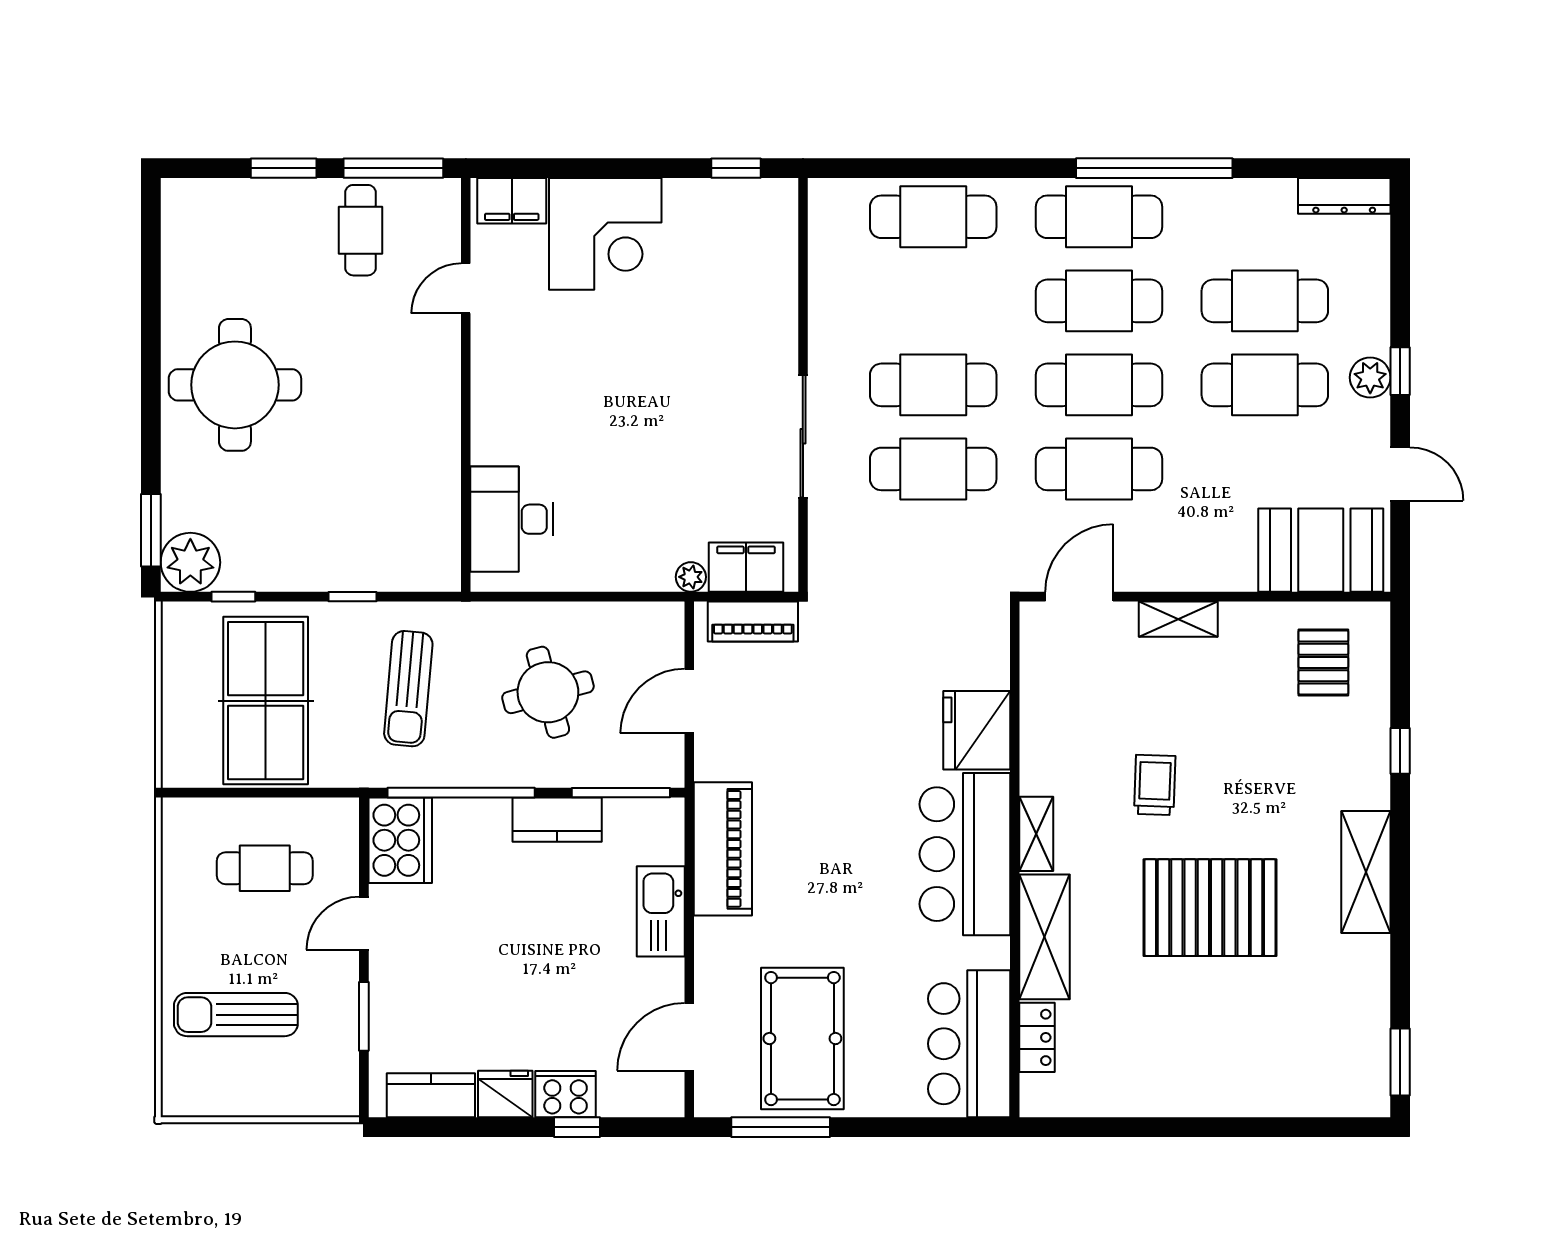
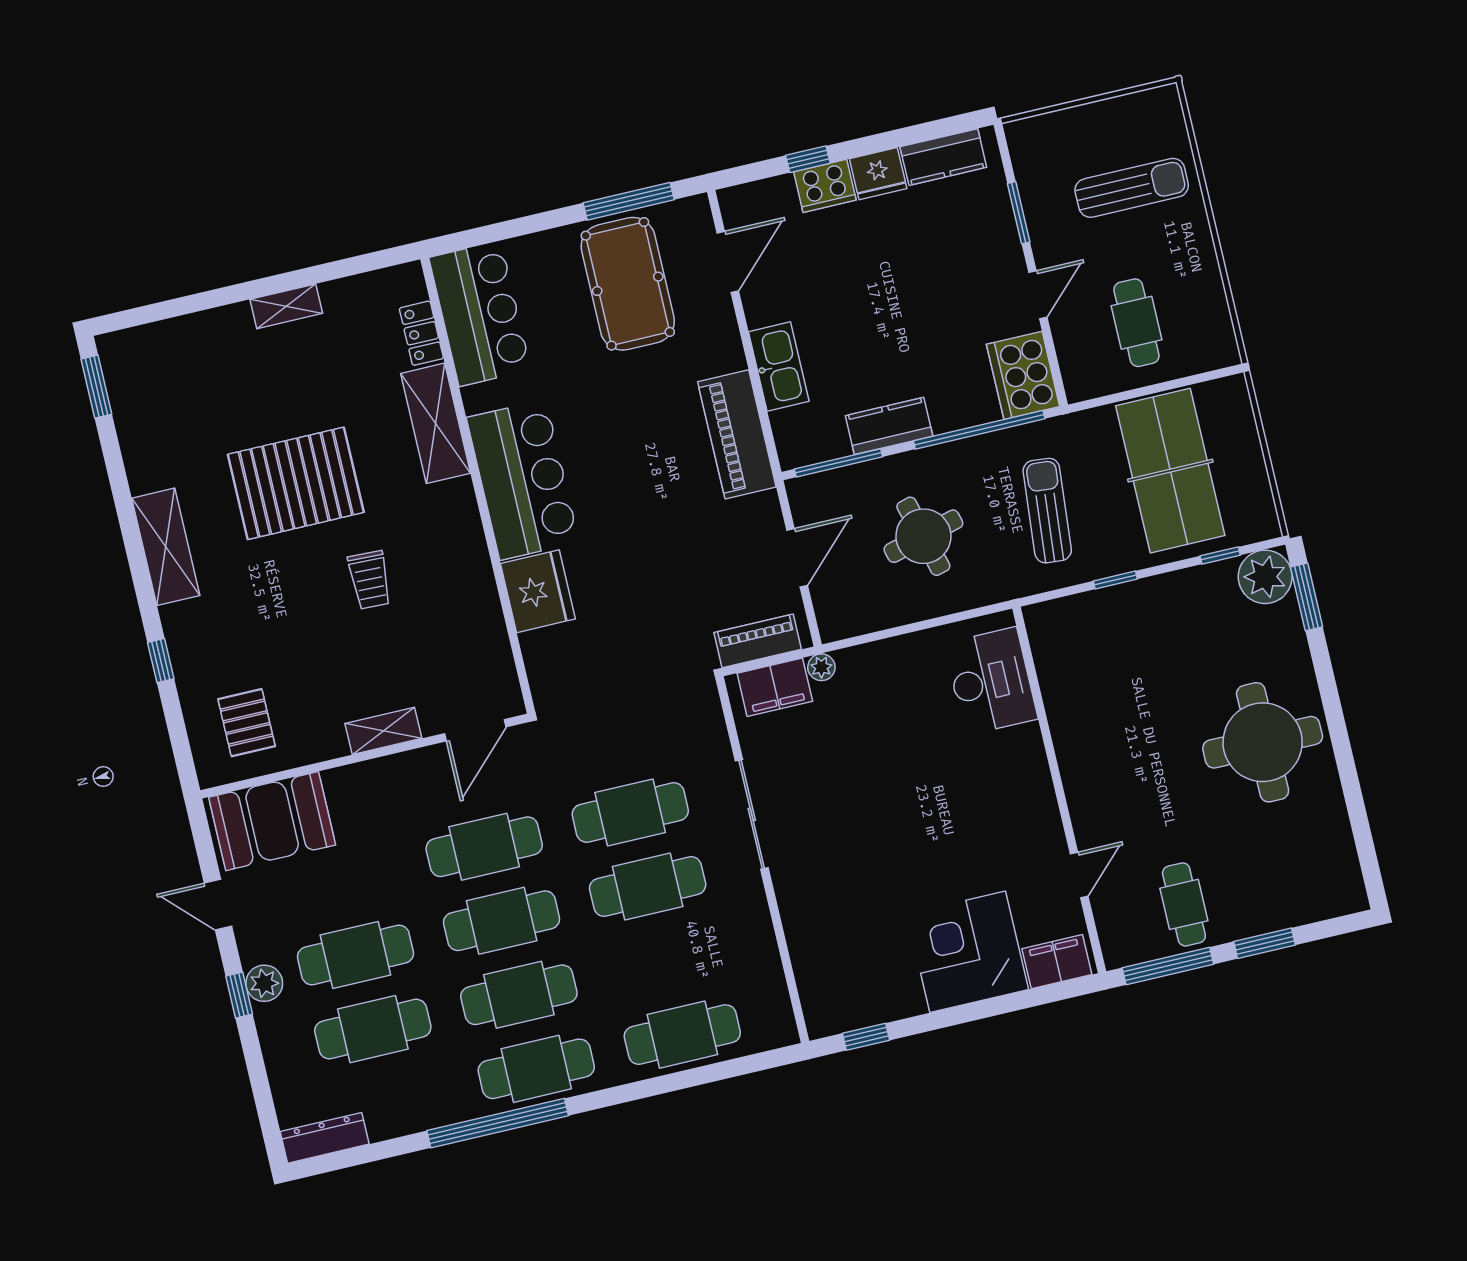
shelving: (1036, 834) -> (286, 306), moved, turned 90
cafe table: (265, 868) -> (1136, 323), turned 90

